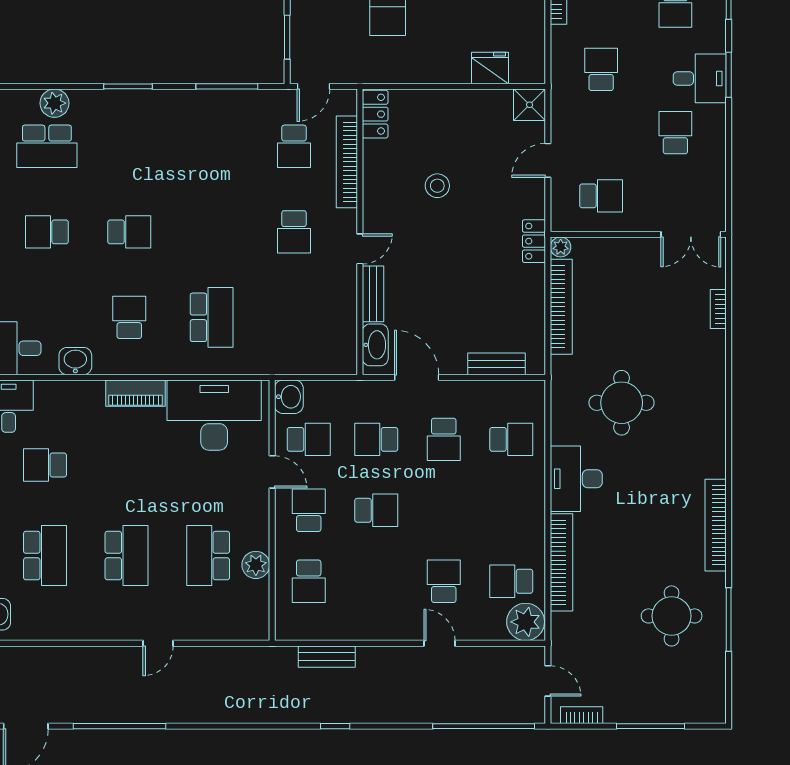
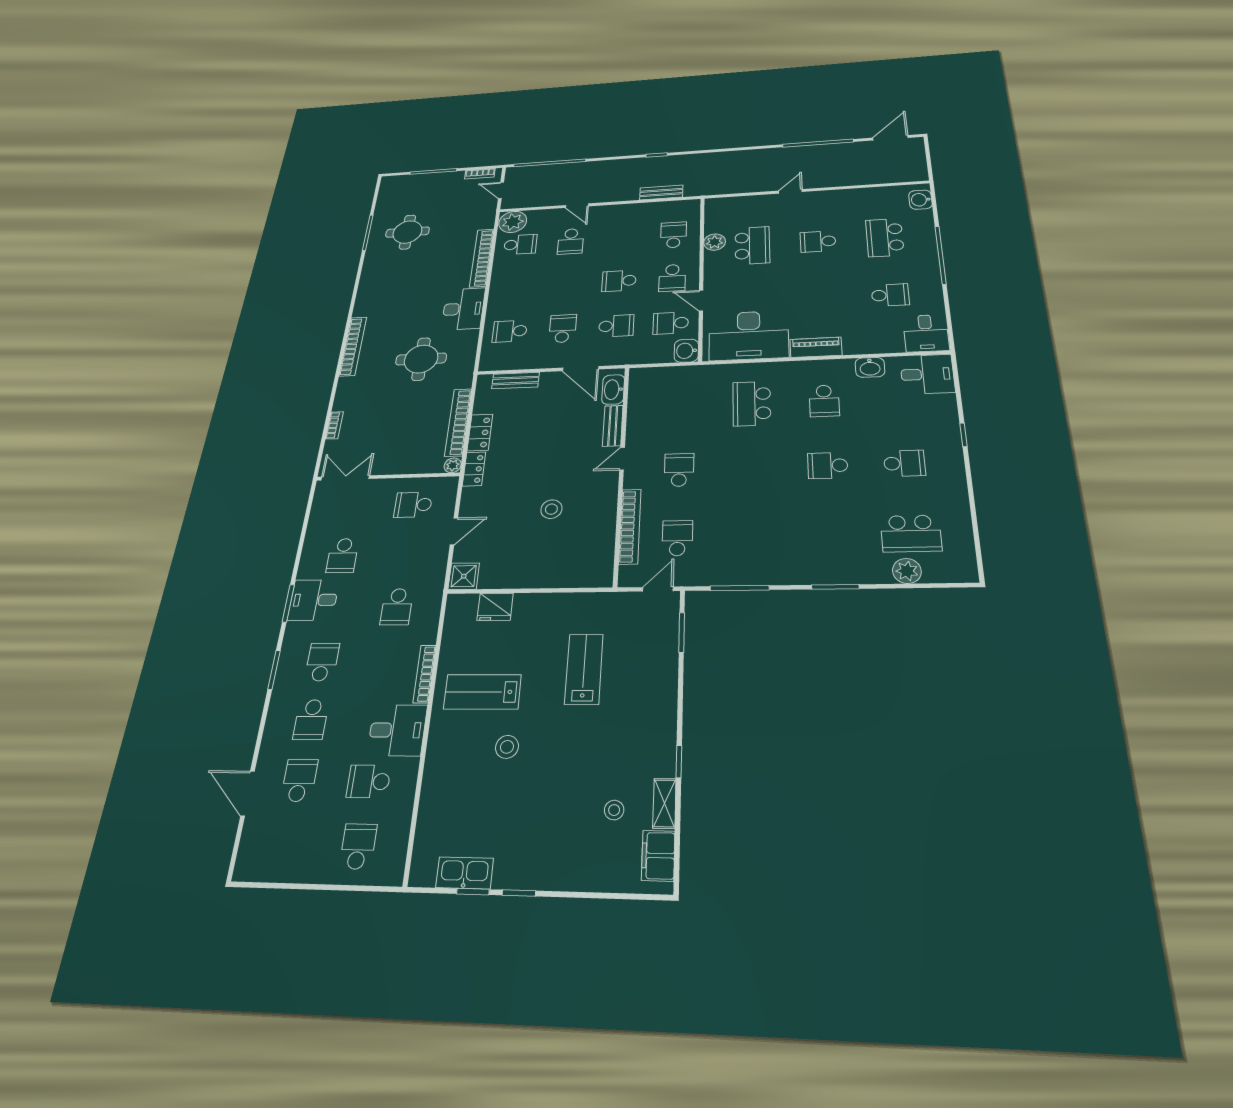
locker: (375, 114) -> (480, 433), moved, turned 180
school desk: (47, 146) -> (911, 533), turned 180
bookcase: (716, 525) -> (353, 346), moved
school desk: (127, 556) -> (818, 241), width x0.54

